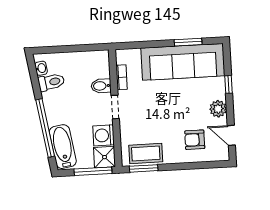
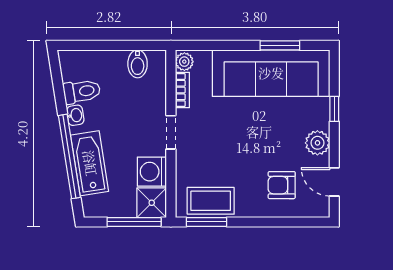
plant: (122, 57) -> (184, 62), added
washbasin: (41, 68) -> (75, 115), moved
bidet: (101, 86) -> (138, 64), moved, turned -90
bathtub: (63, 147) -> (90, 163), moved

